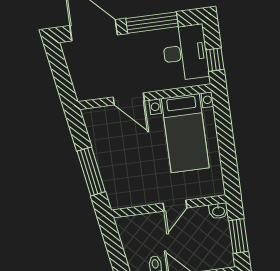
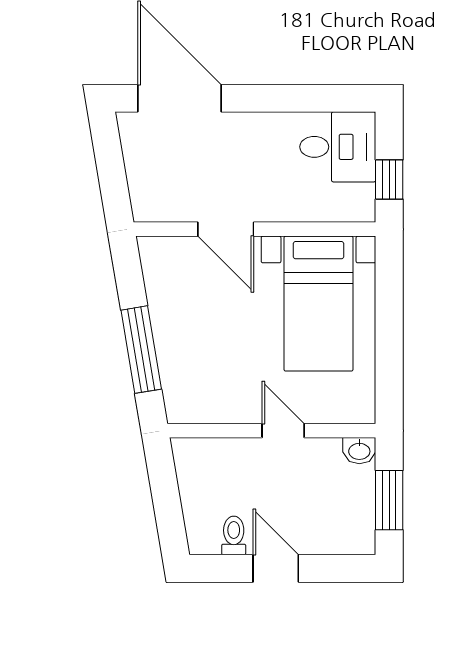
window: (152, 23) -> (285, 98), removed
desk: (185, 53) -> (338, 147), width x0.73
door: (175, 206) -> (283, 431), swing flipped

